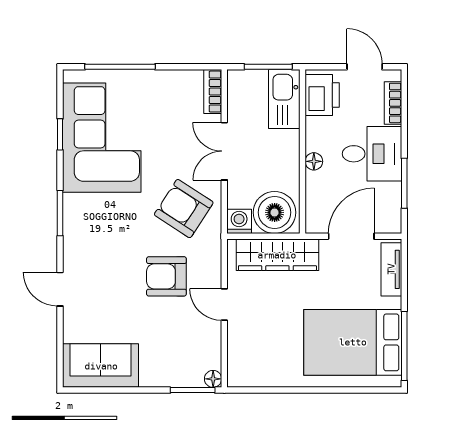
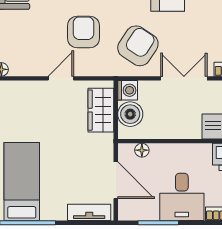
floor lamp: (314, 161) -> (142, 150), moved
boiler: (275, 212) -> (130, 114), width x0.73, depth x0.73
wardrobe: (277, 255) -> (101, 110), width x0.67
bed: (353, 342) -> (22, 181), width x0.67

